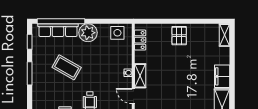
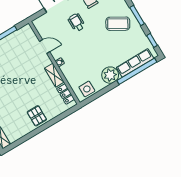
coffee table: (67, 67) -> (118, 24), moved
shelving: (140, 76) -> (54, 75), moved

